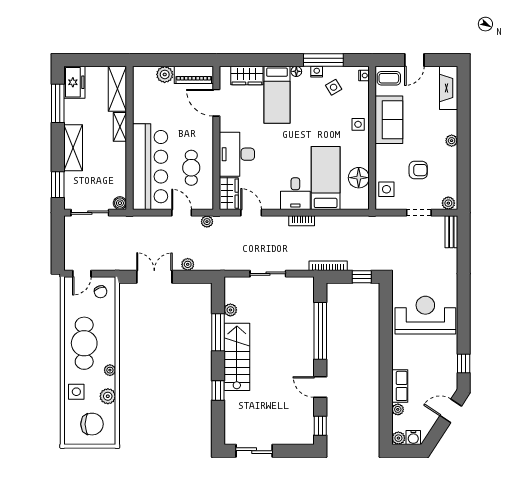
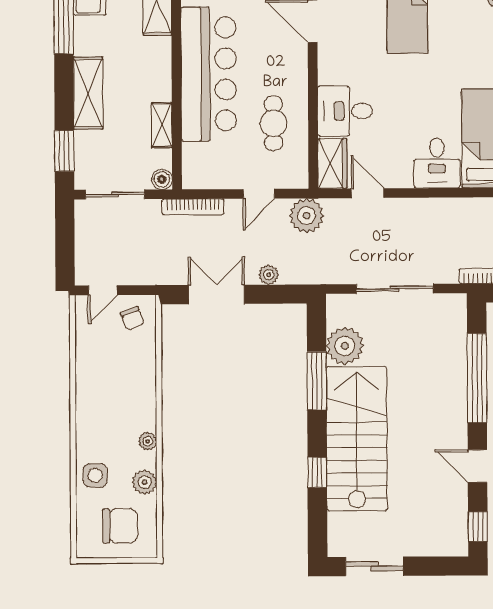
shelving: (120, 127) -> (162, 125), moved
desk: (237, 154) -> (345, 111), width x0.73
bar counter: (150, 167) -> (209, 74), moved
door: (182, 213) -> (259, 194), swing flipped
bookcase: (302, 221) -> (193, 207), moved, width x1.56
plant: (207, 222) -> (307, 216), width x1.88, depth x1.88
sliding door: (268, 274) -> (395, 289), width x1.37
plant: (230, 310) -> (345, 346), width x1.88, depth x1.88
cafe table: (84, 343) -> (107, 399), removed
stairs: (237, 357) -> (357, 439), width x1.36, depth x1.51

